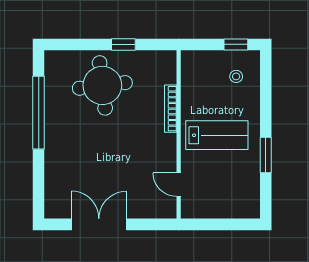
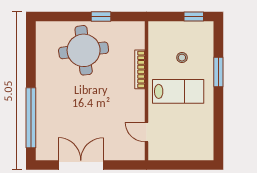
stool: (236, 76) -> (182, 58), moved
window: (39, 113) -> (31, 118), moved
window: (266, 155) -> (218, 72), moved

